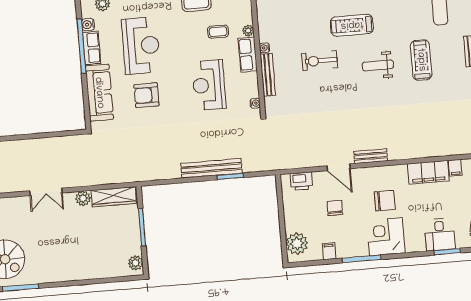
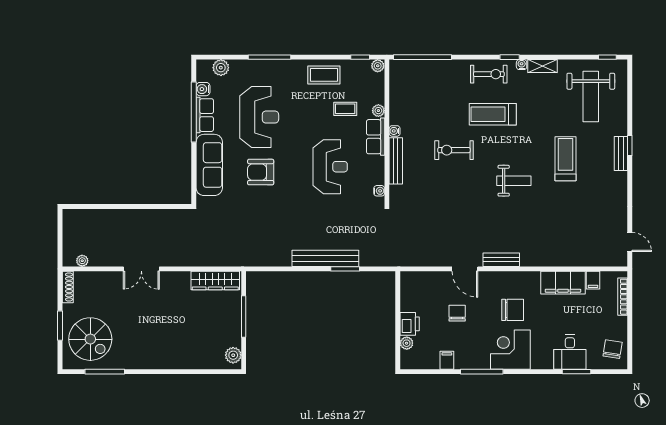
weight bench: (378, 65) -> (514, 181), moved, turned 180
reception desk: (209, 85) -> (330, 167), turned 180
printer: (301, 181) -> (410, 324), moved, turned -90
plant: (83, 198) -> (182, 279), removed
plant: (297, 244) -> (407, 343), width x0.53, depth x0.53

